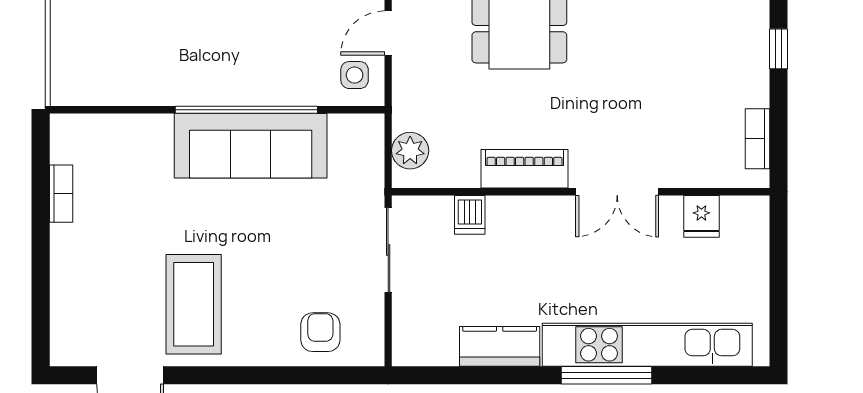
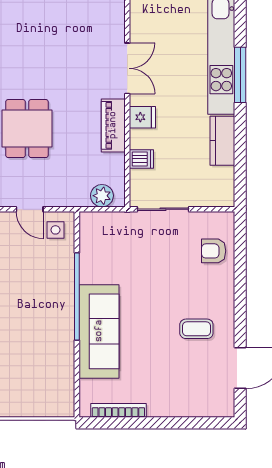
sofa: (251, 146) -> (99, 331), moved
bookcase: (61, 194) -> (118, 410), width x1.56
fridge: (701, 216) -> (142, 117), moved
coffee table: (194, 304) -> (196, 329), width x0.54, depth x0.58

